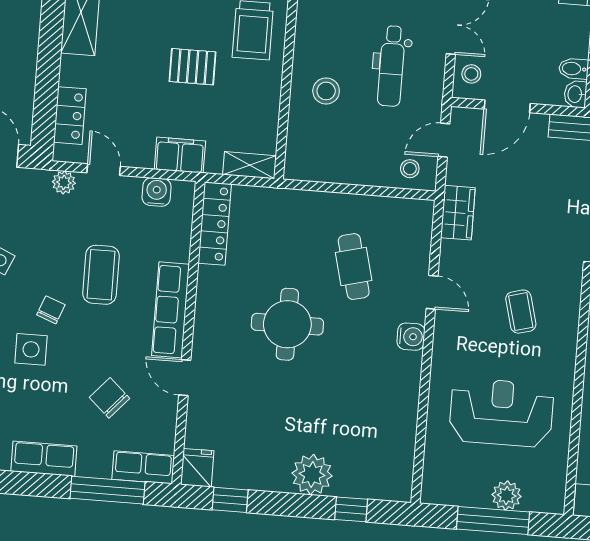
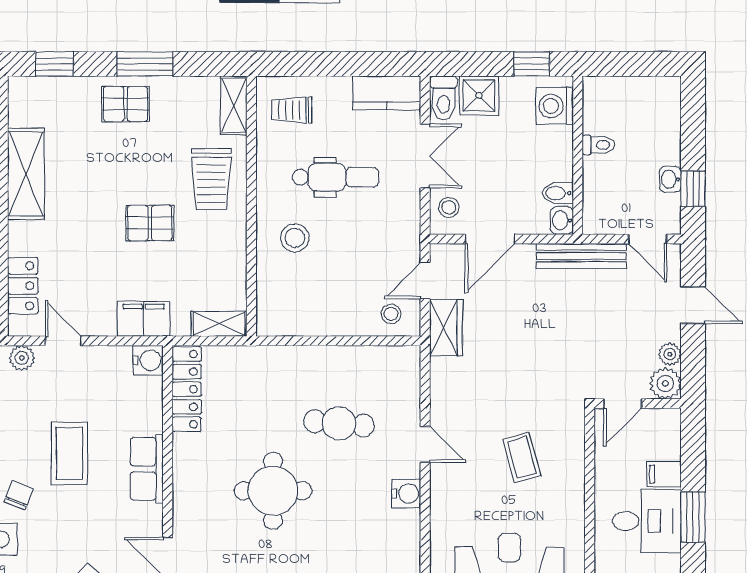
dental chair: (391, 66) -> (336, 177), moved, turned -90
water cooler: (157, 192) -> (148, 360), moved, turned 90
wardrobe: (458, 213) -> (446, 328), moved
cafe table: (354, 267) -> (339, 423), turned -71
row of seats: (171, 310) -> (147, 469), width x0.68

